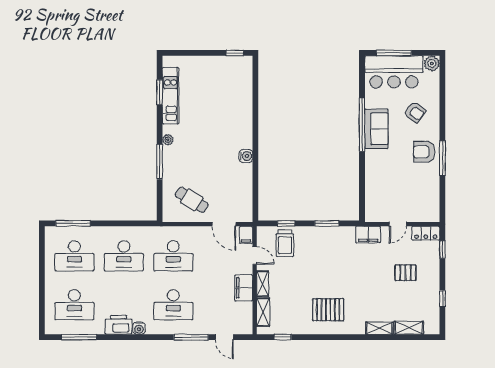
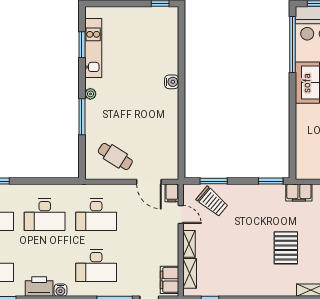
window: (362, 125) -> (293, 44), moved
water cooler: (246, 156) -> (172, 82), moved
window: (286, 223) -> (214, 181), width x1.50
window: (327, 223) -> (271, 181), moved
trolley: (285, 243) -> (212, 202), turned -50
filing cabinet: (244, 288) -> (169, 280), moved
pallet: (328, 310) -> (286, 248), moved, turned 90

